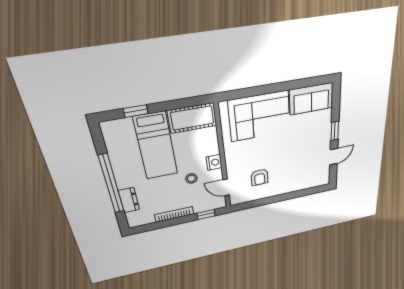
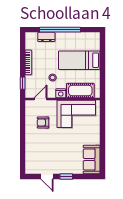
window: (136, 111) -> (102, 53), removed
corner sofa: (260, 116) -> (76, 114), moved, turned -90
cot: (192, 118) -> (80, 90), moved, turned 90

